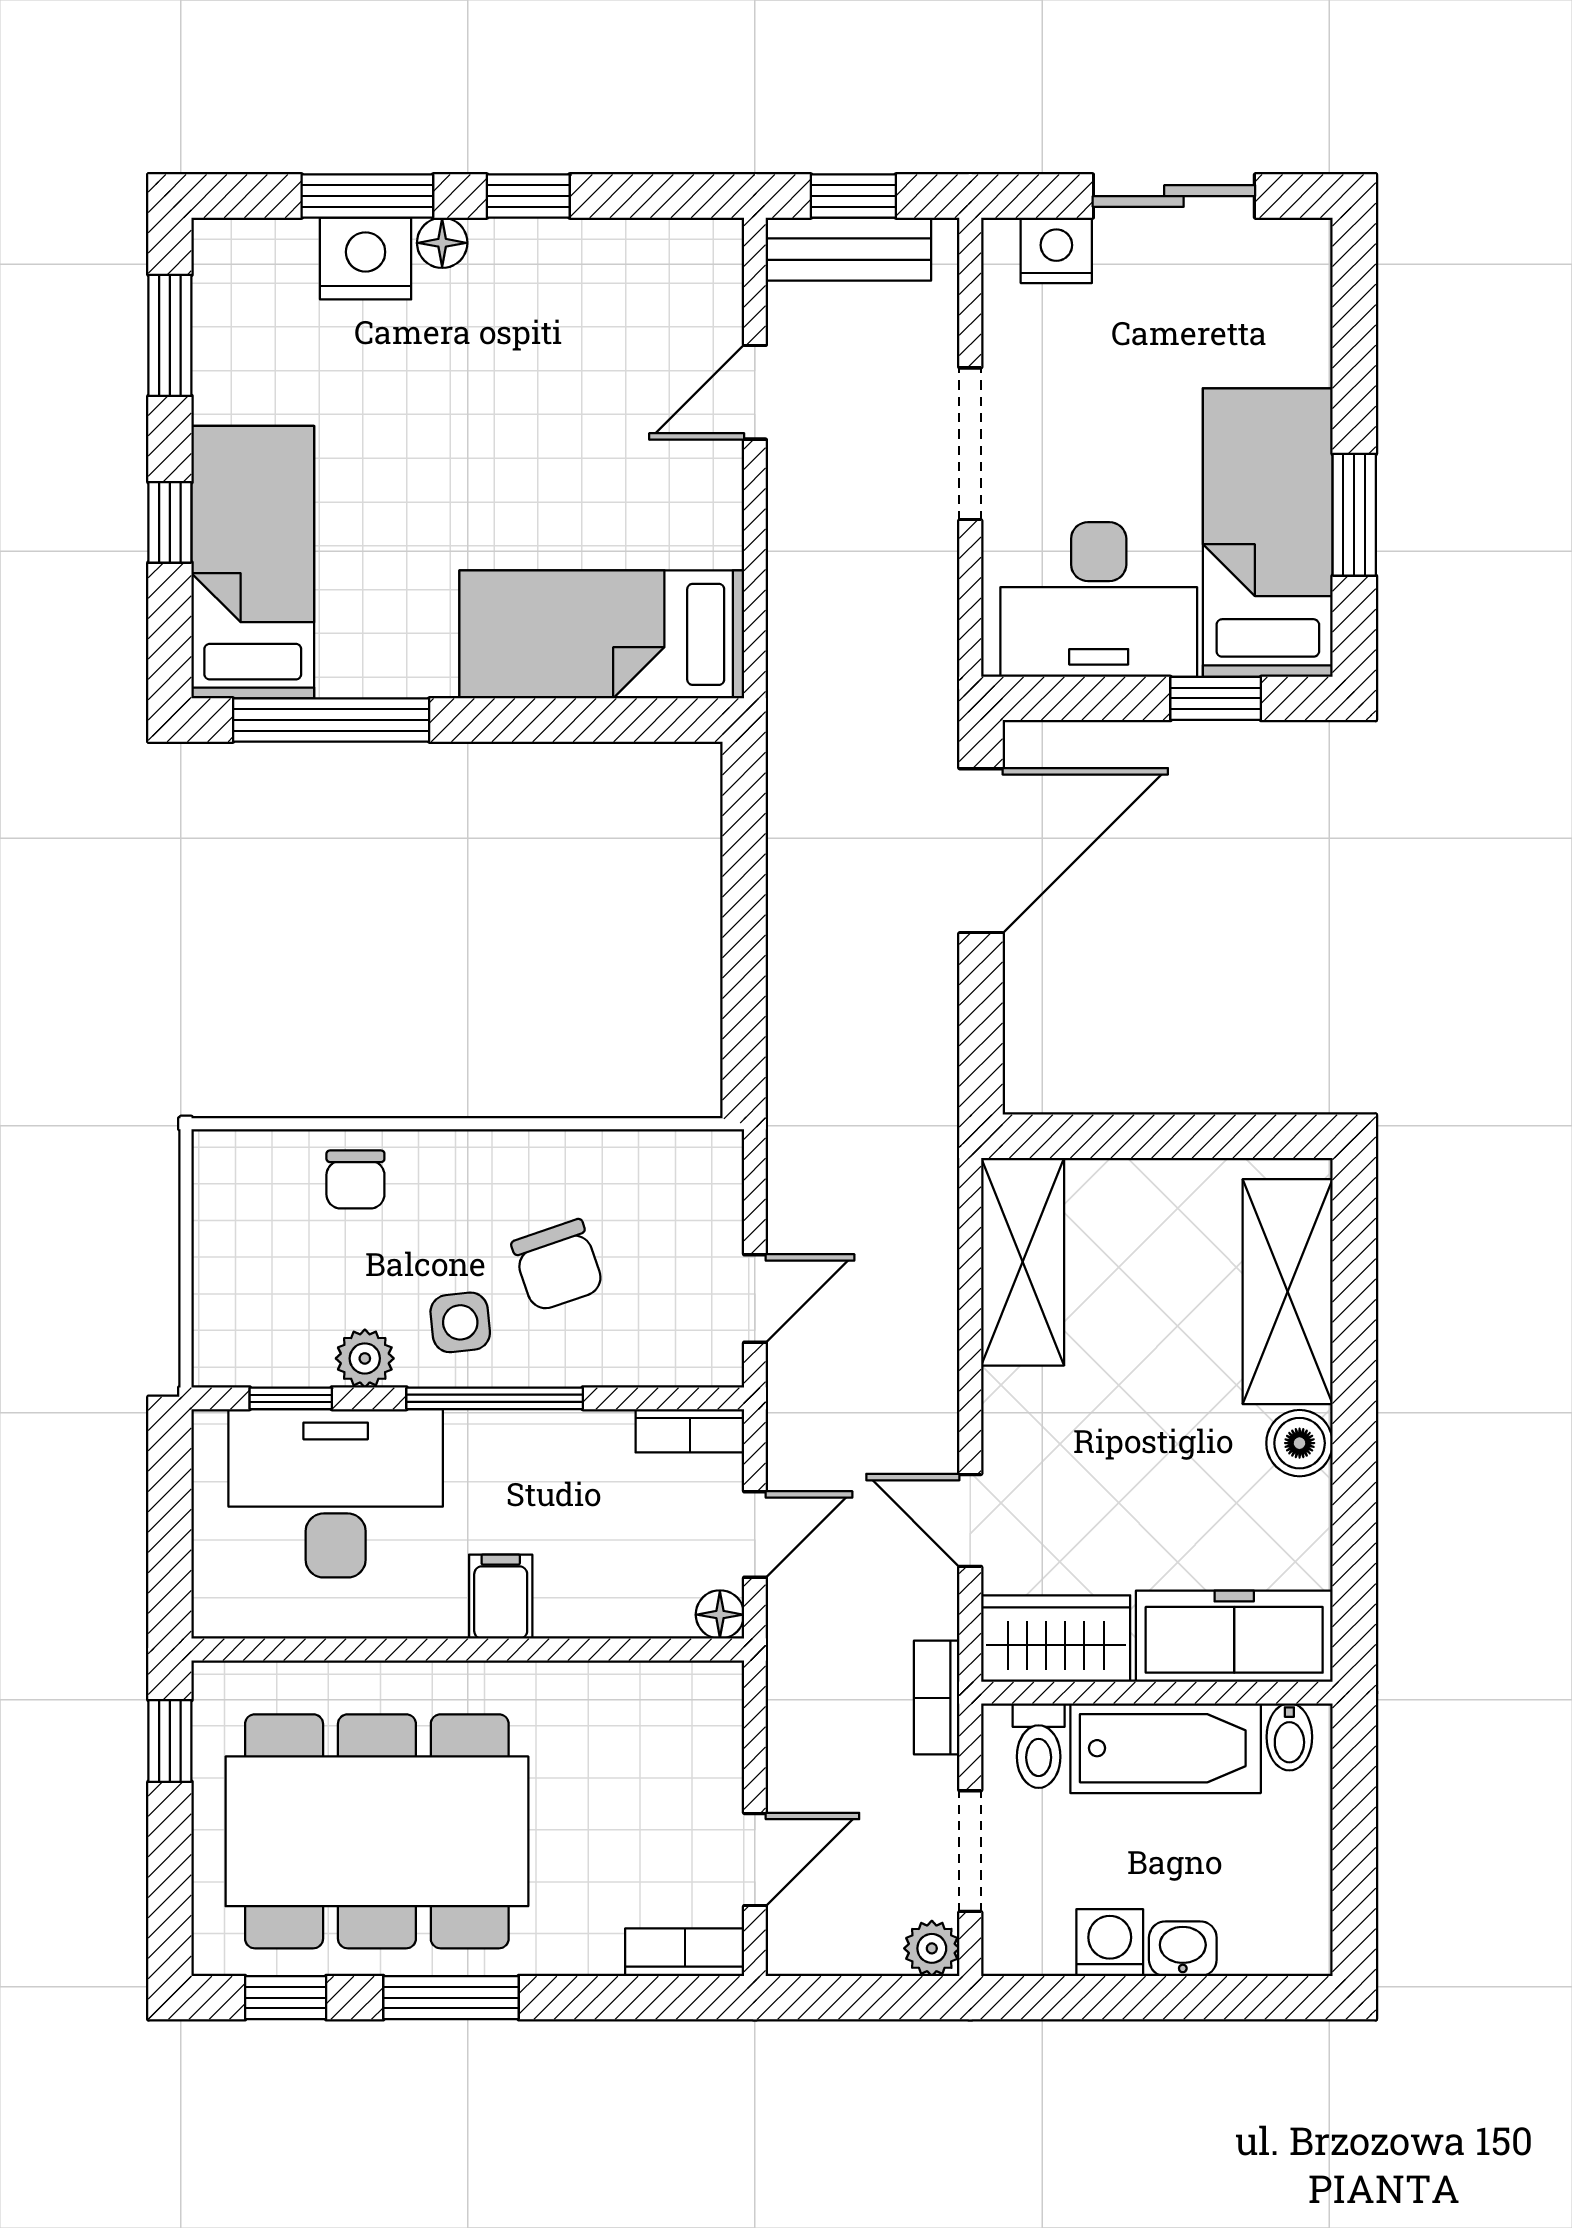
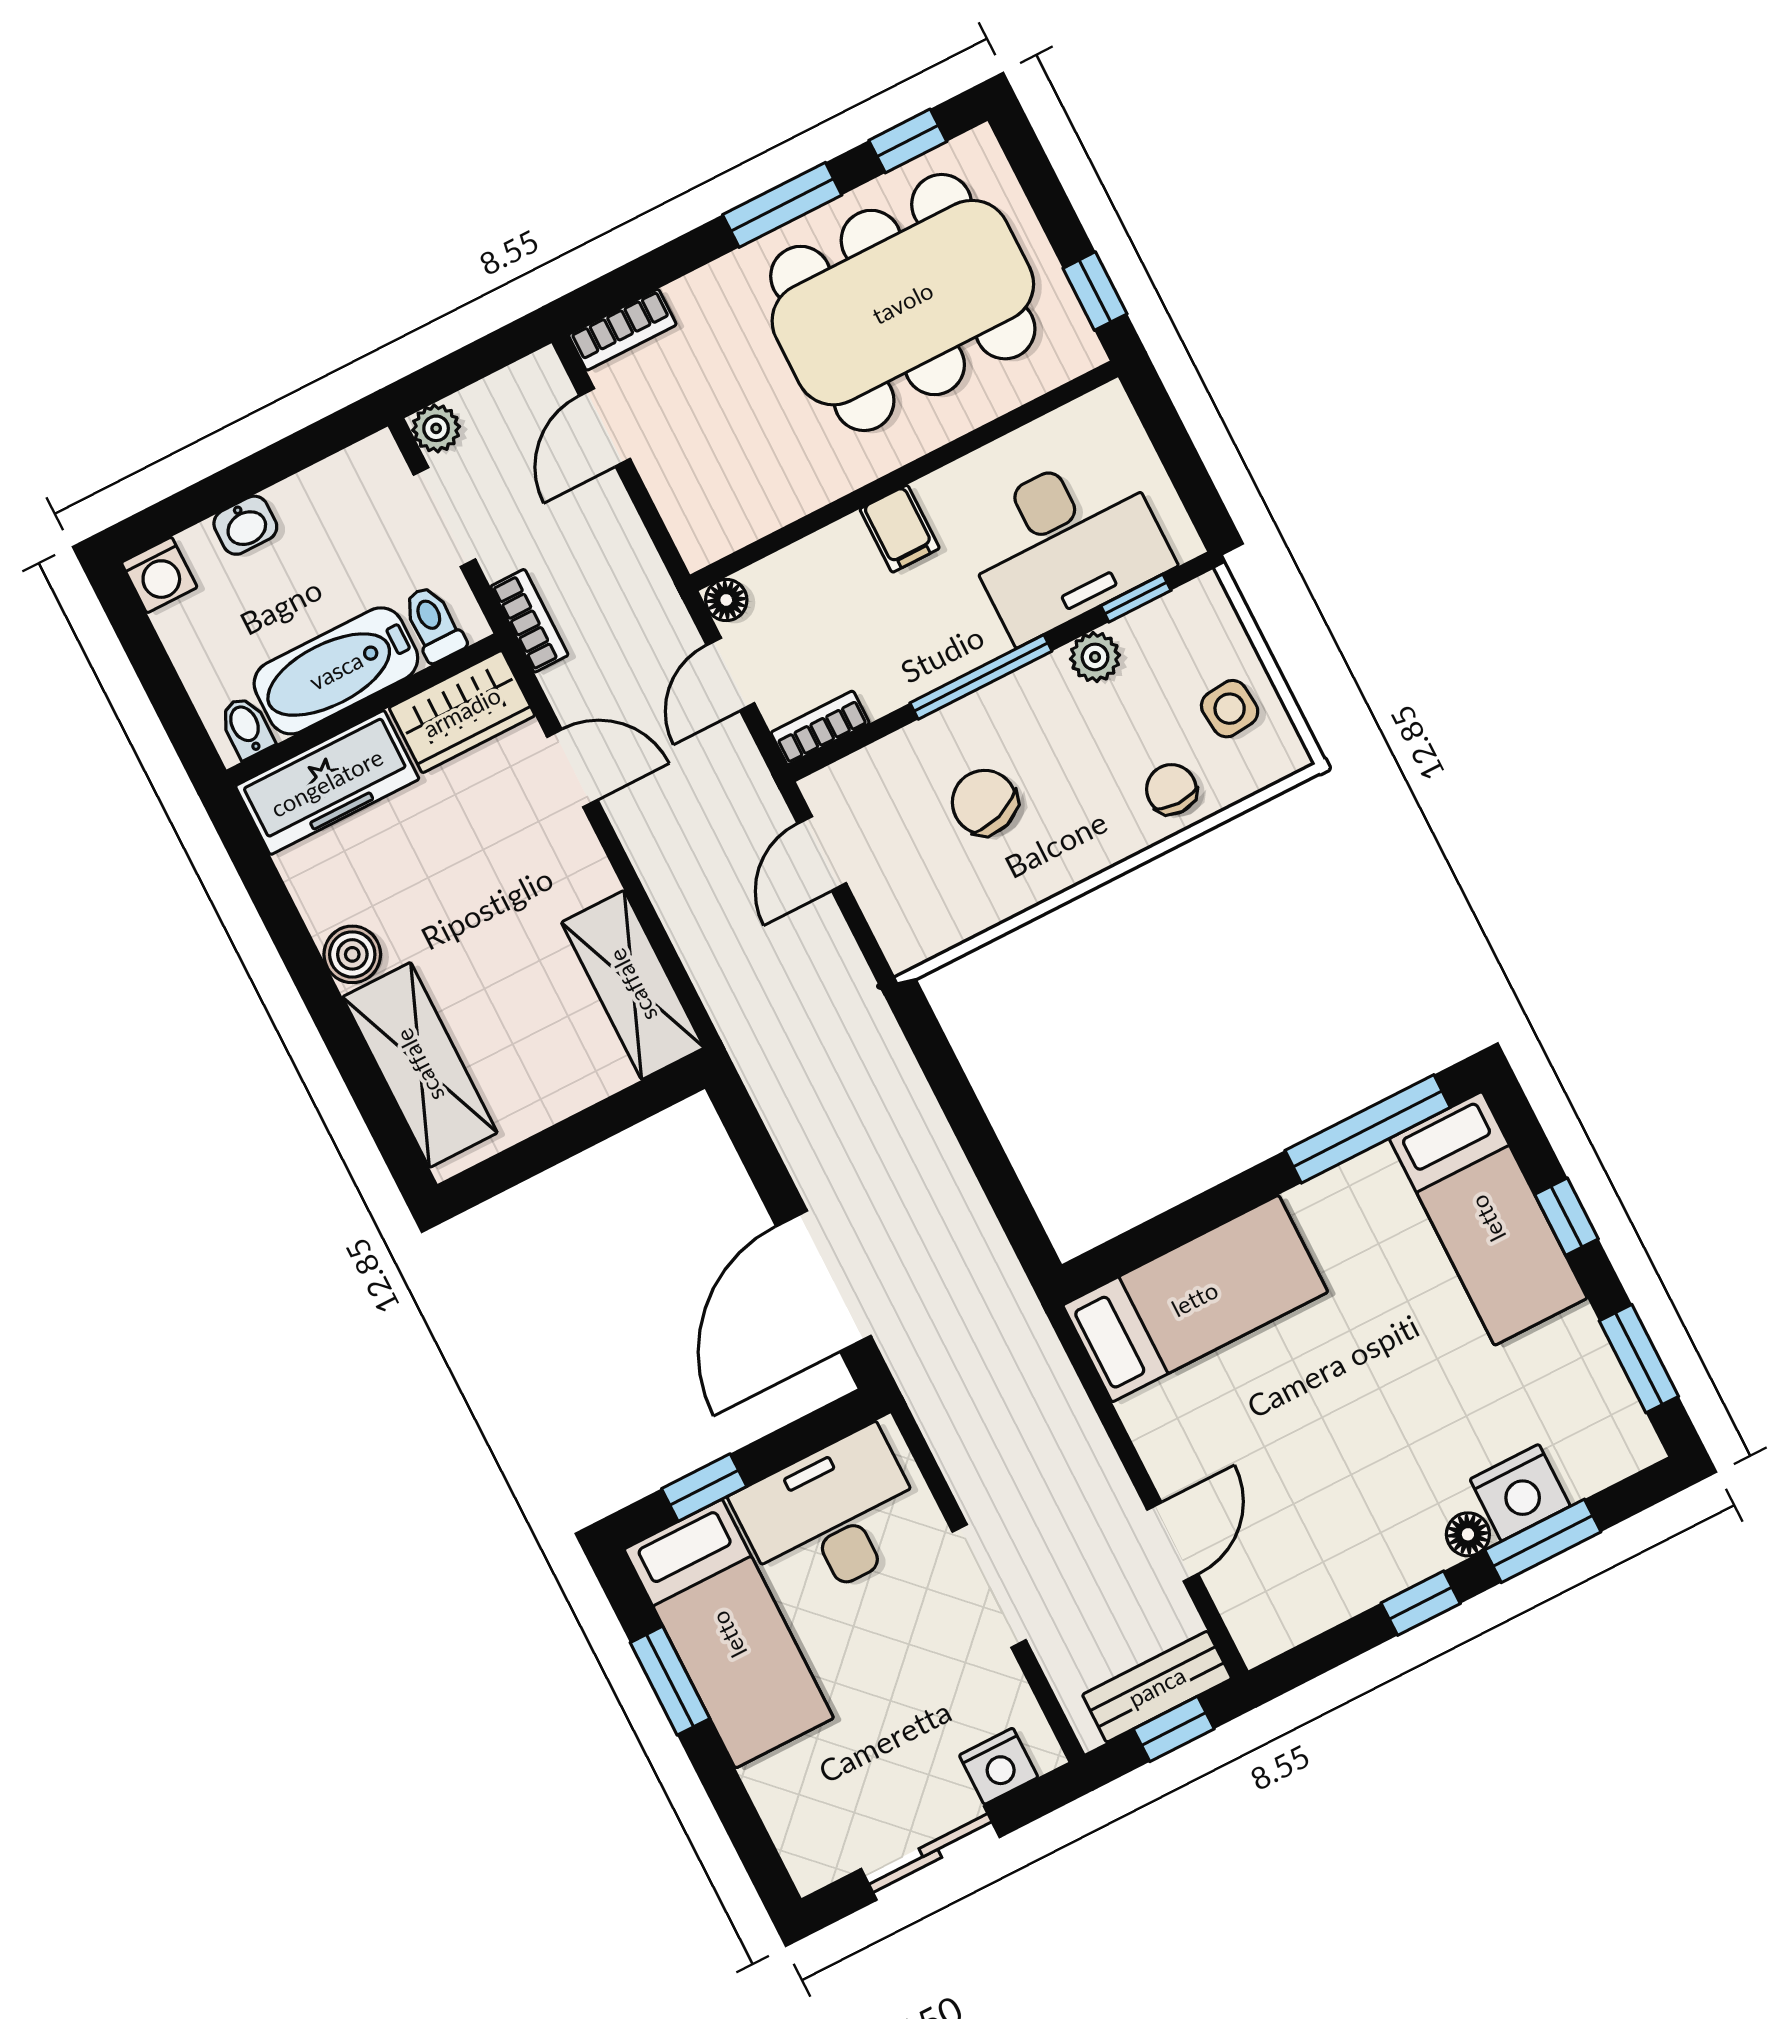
side table: (460, 1322) -> (1230, 709), moved
washing machine: (1110, 1943) -> (159, 575), moved

